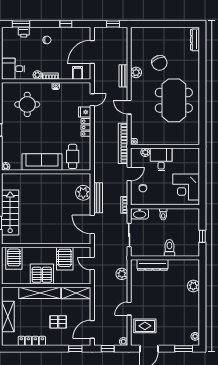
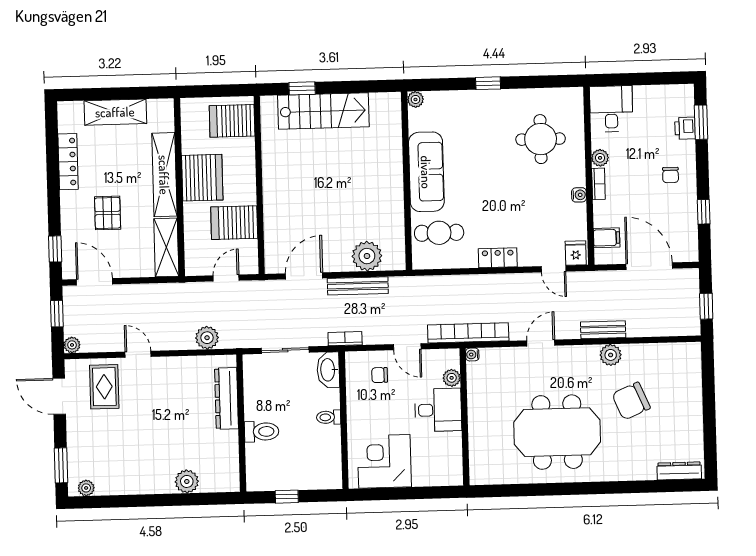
fridge: (85, 112) -> (576, 253), moved

